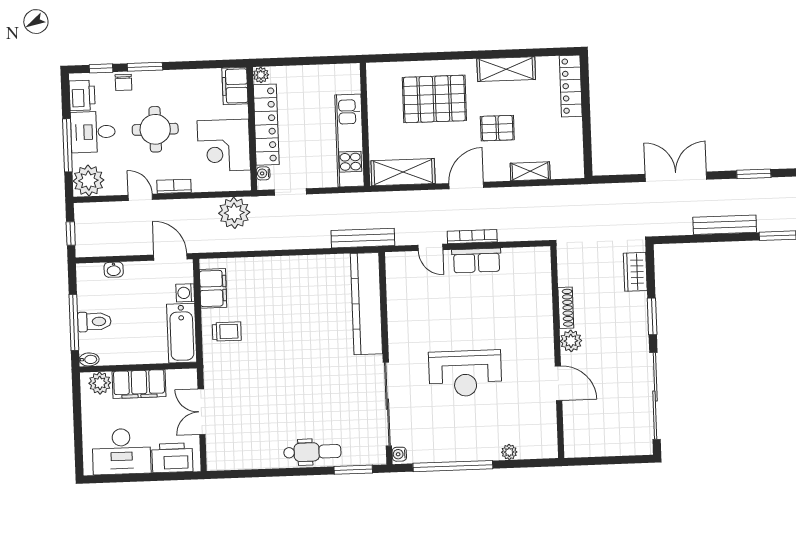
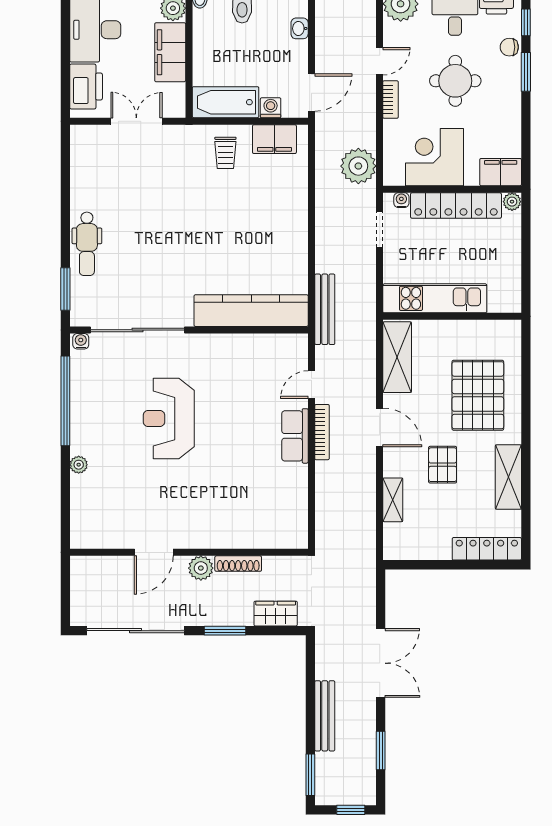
shoe rack: (566, 308) -> (238, 564), moved
plant: (571, 341) -> (201, 568), moved
wall: (557, 352) -> (189, 552), moved
door: (558, 383) -> (154, 552), moved

